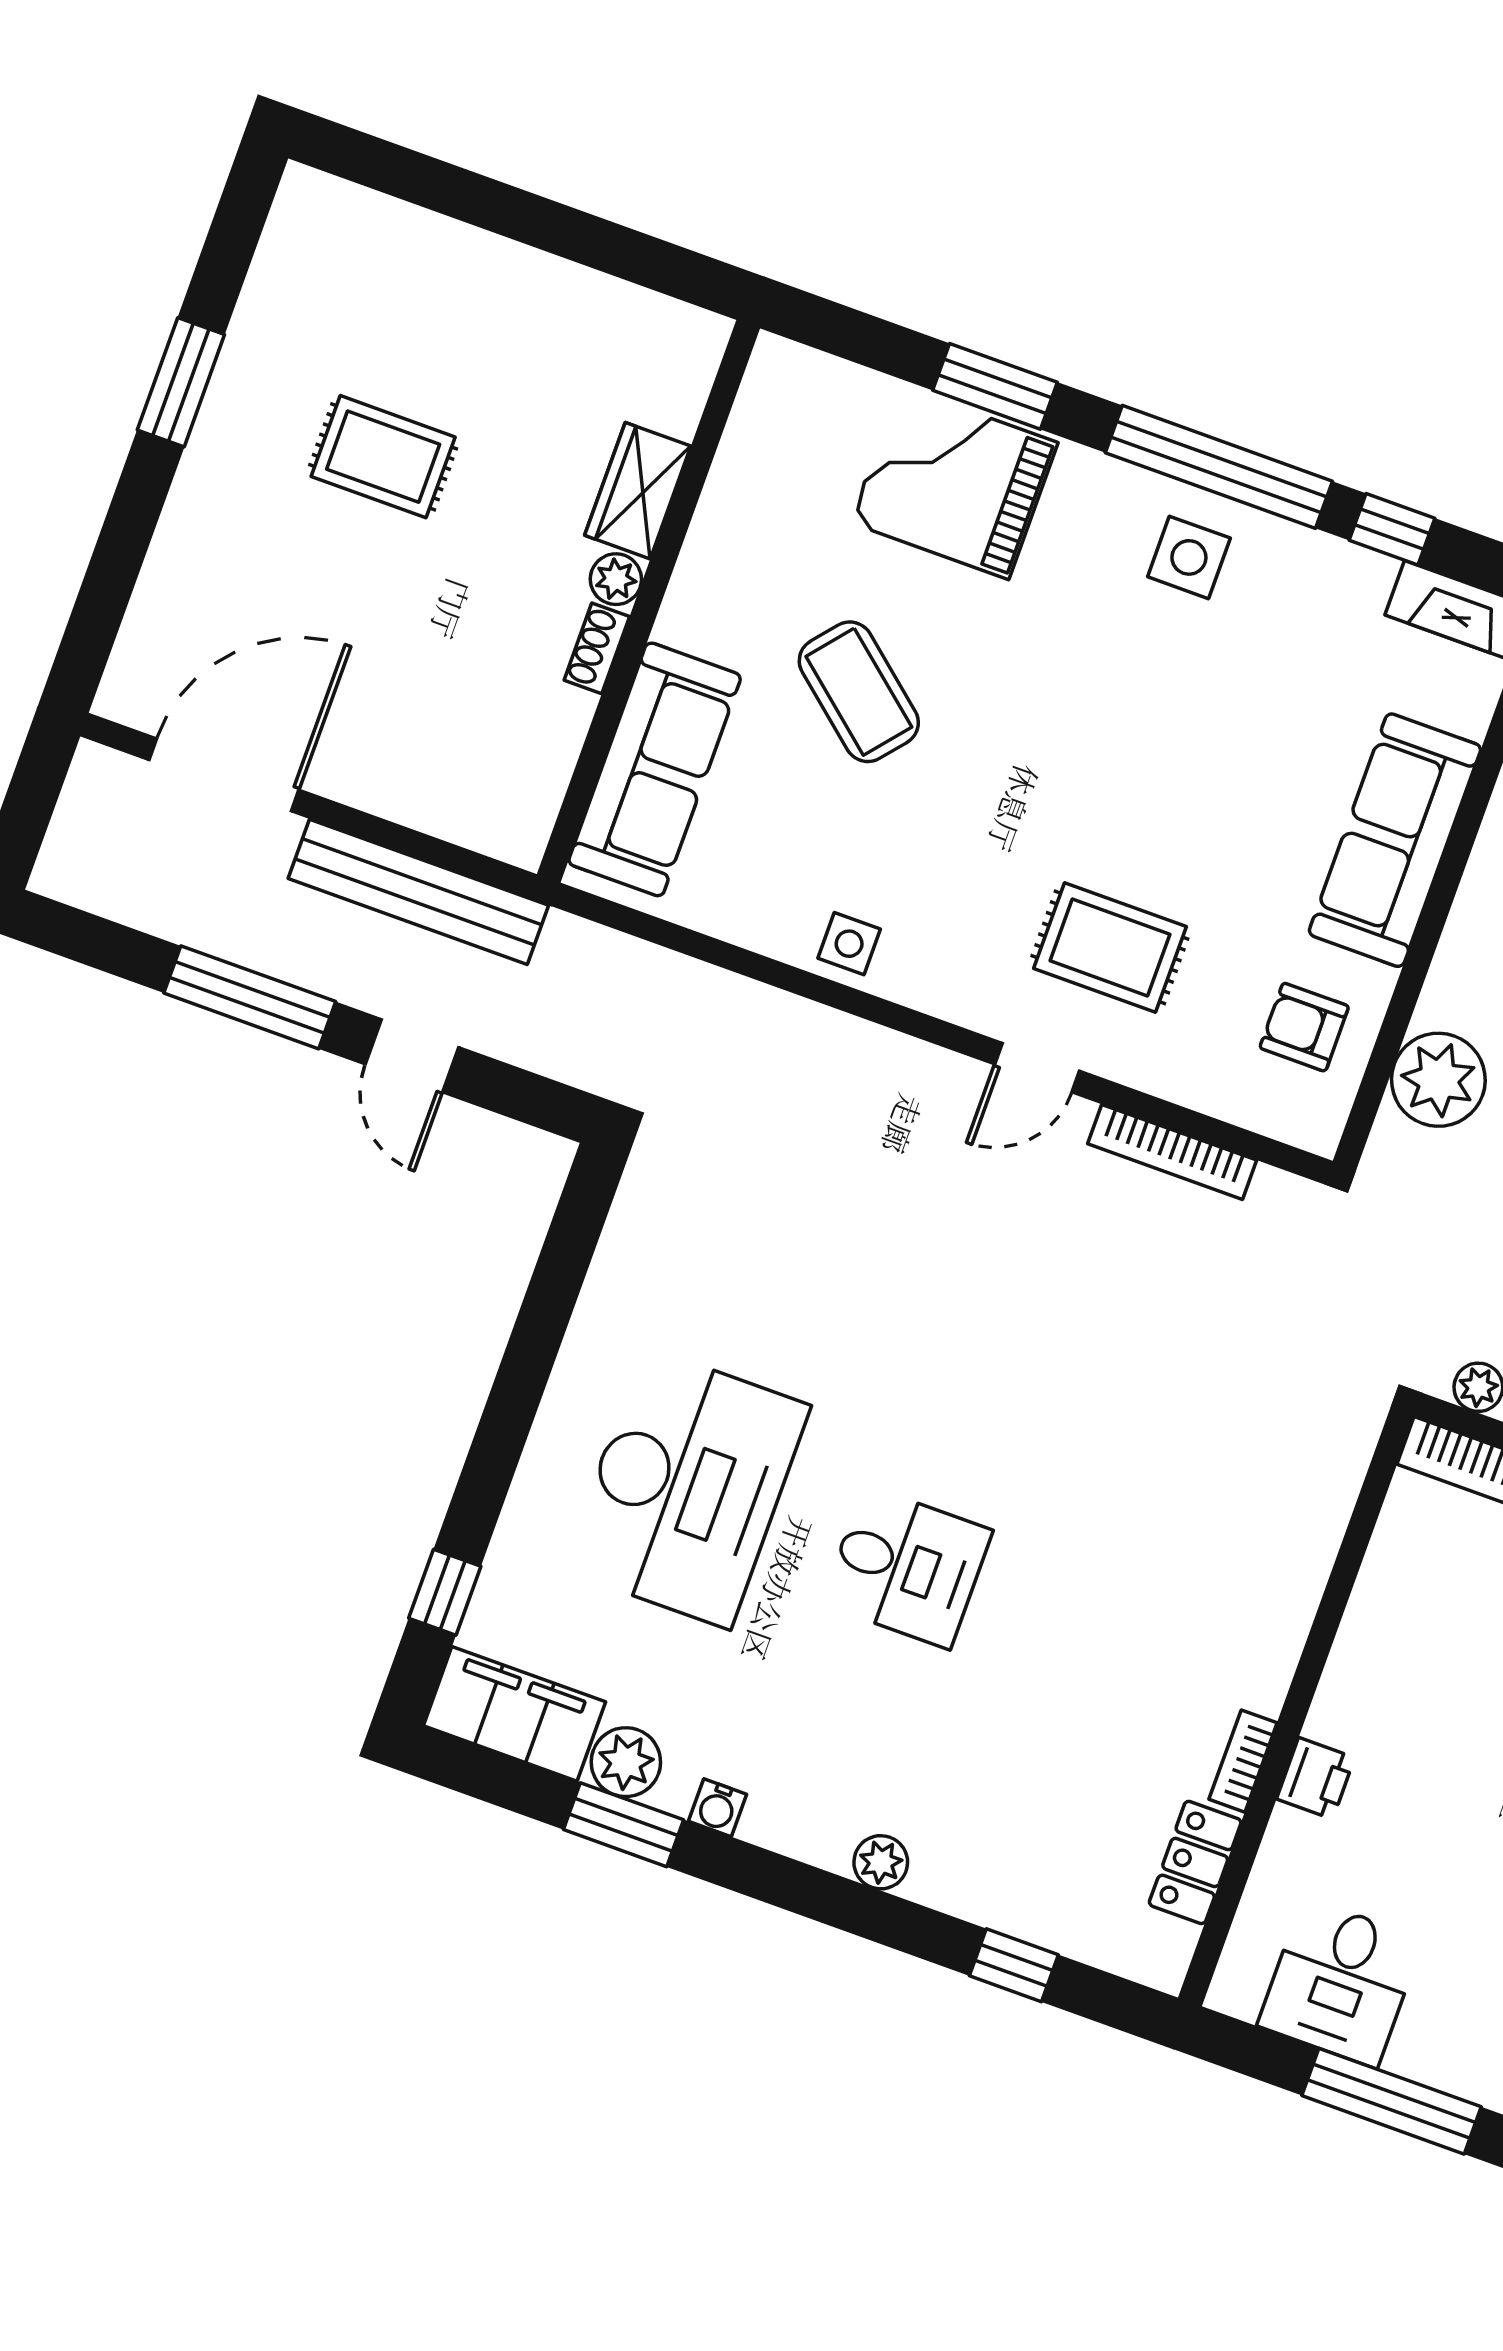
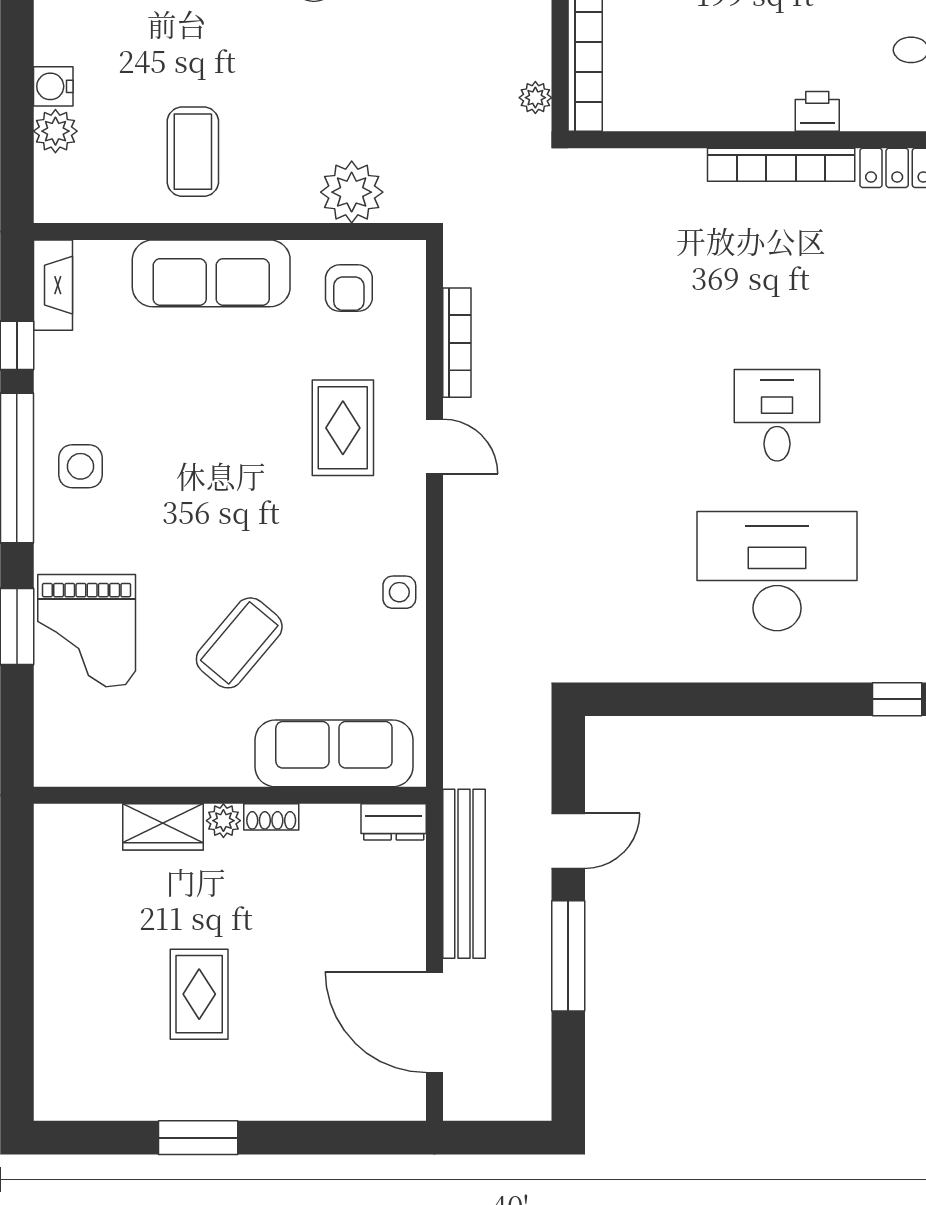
dresser: (527, 819) -> (394, 822), added
bookcase: (1243, 1761) -> (781, 165), width x2.31, depth x1.31

